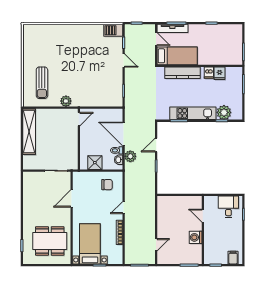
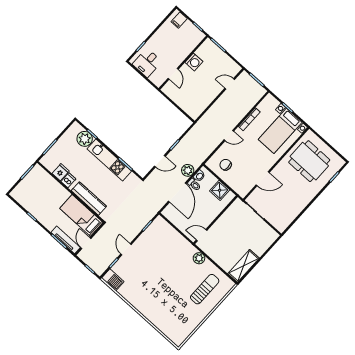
shelving: (29, 132) -> (244, 266), width x0.68

